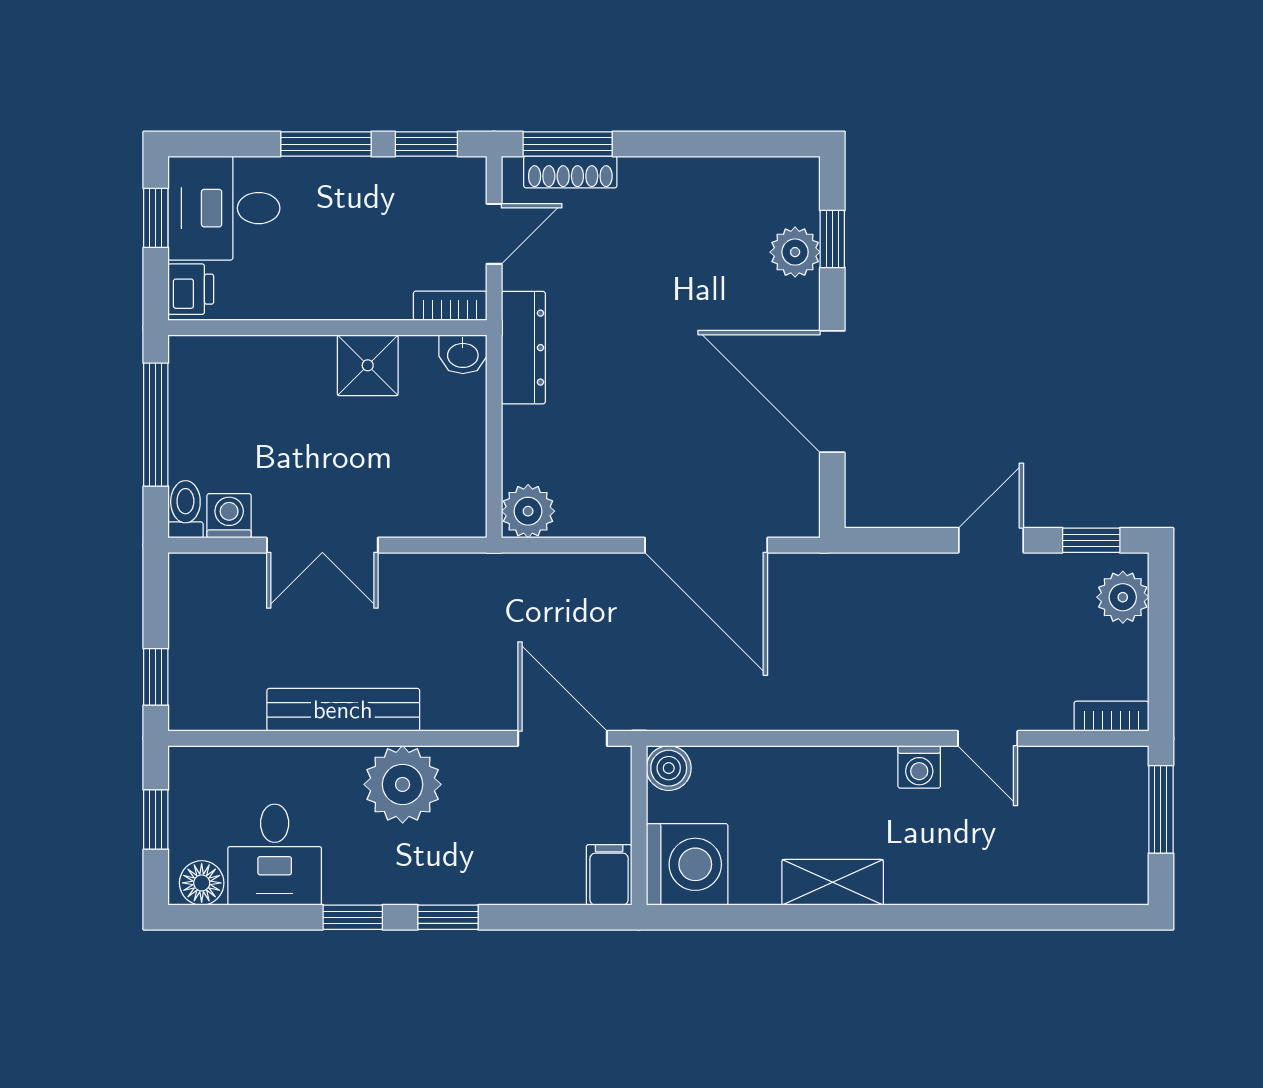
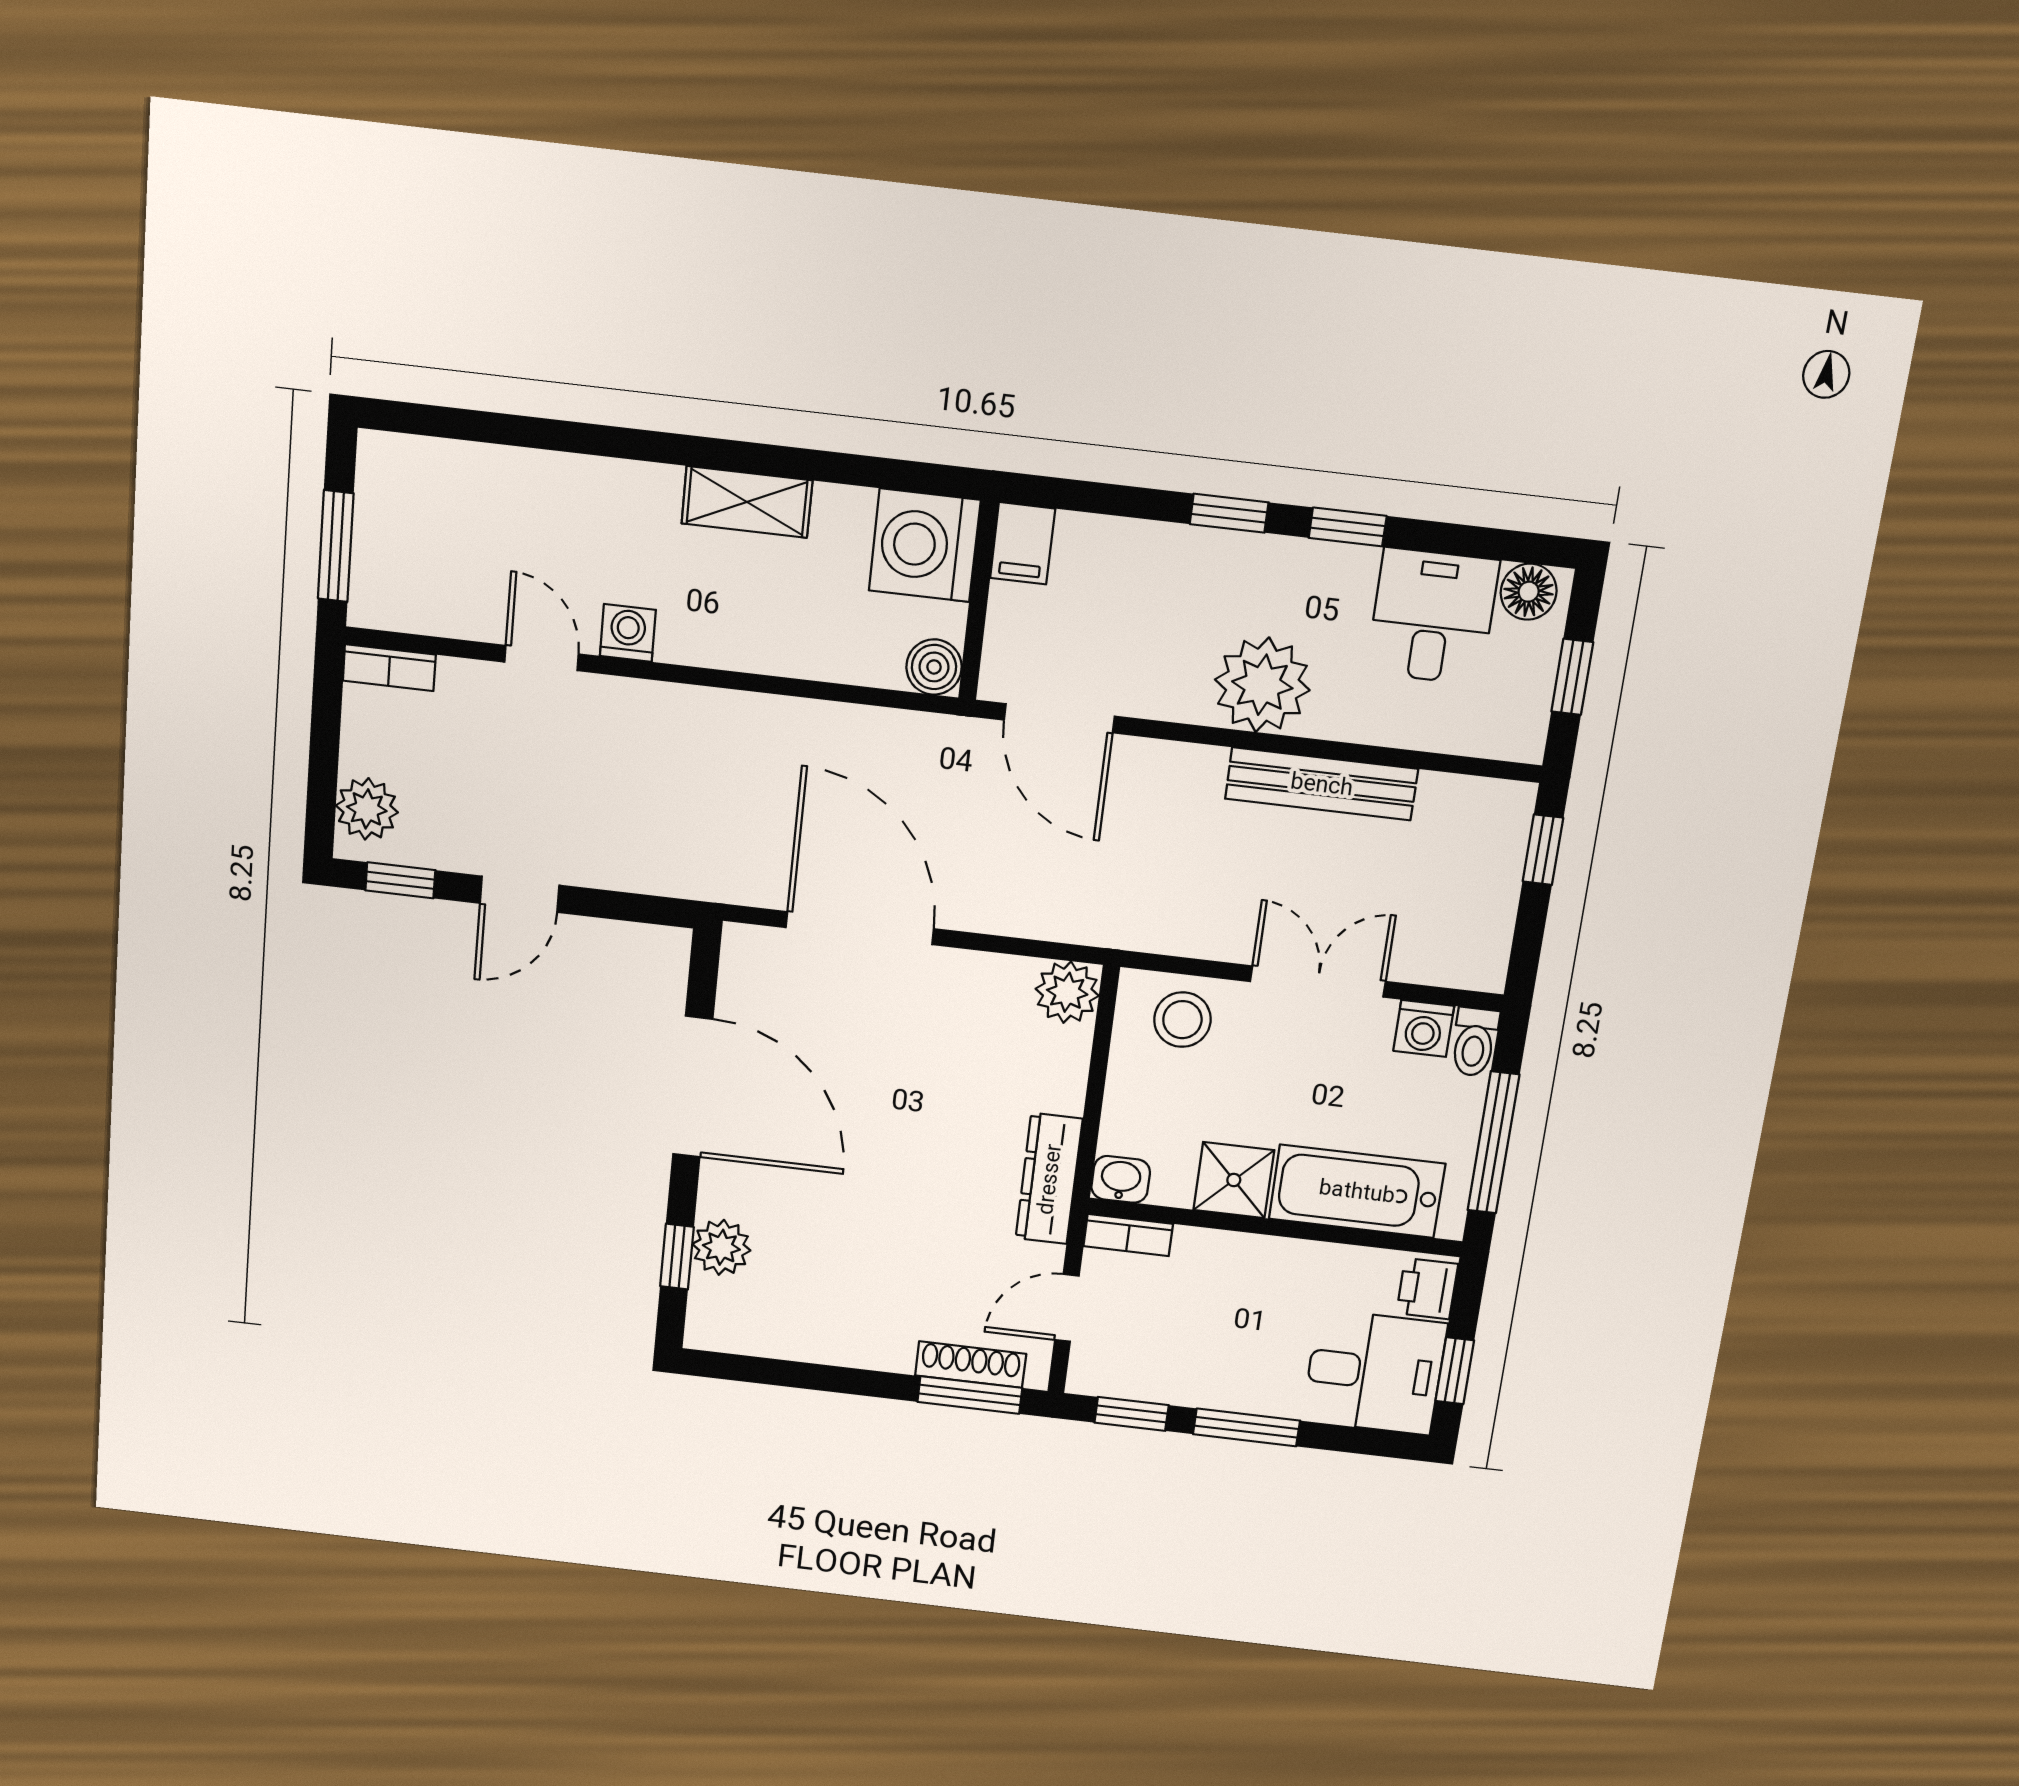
bathtub: (263, 368) -> (1357, 1191), added
stool: (430, 499) -> (1182, 1020), added

